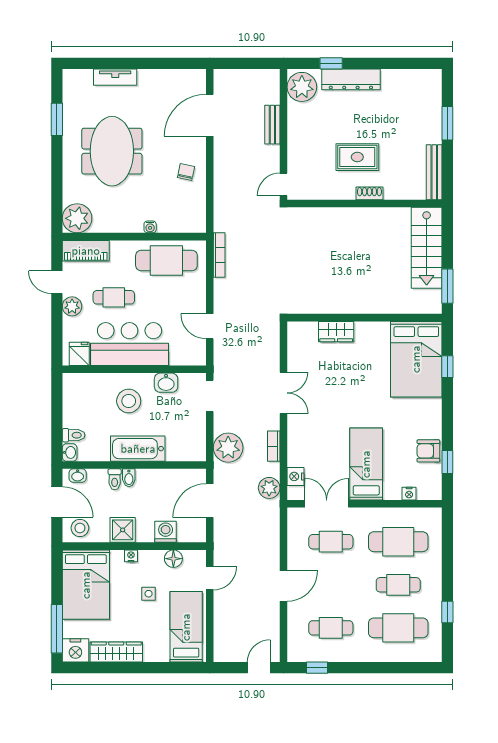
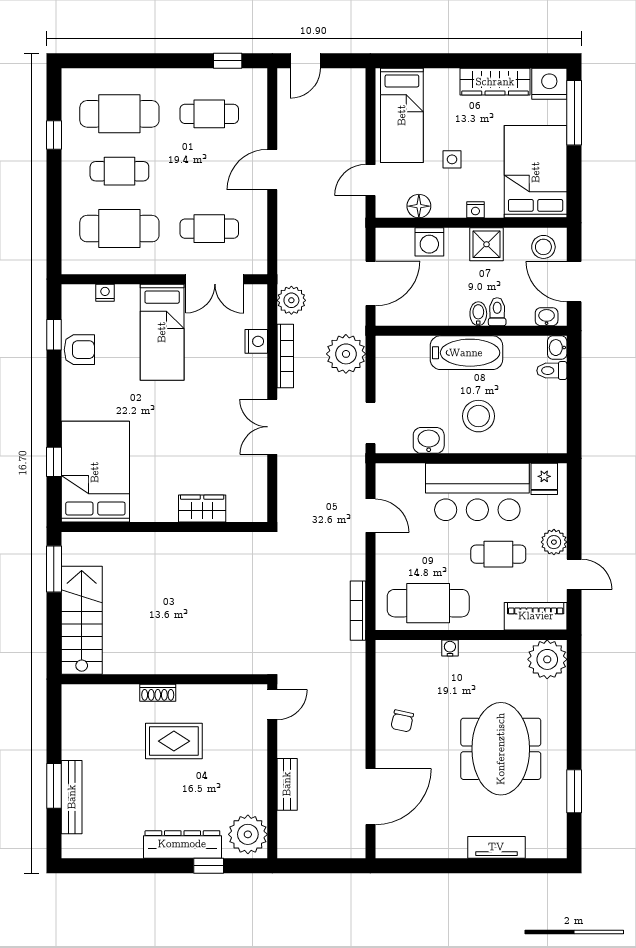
bench: (434, 172) -> (72, 797), moved
bookcase: (274, 446) -> (285, 356), width x1.56
nightstand: (296, 476) -> (256, 341), moved

